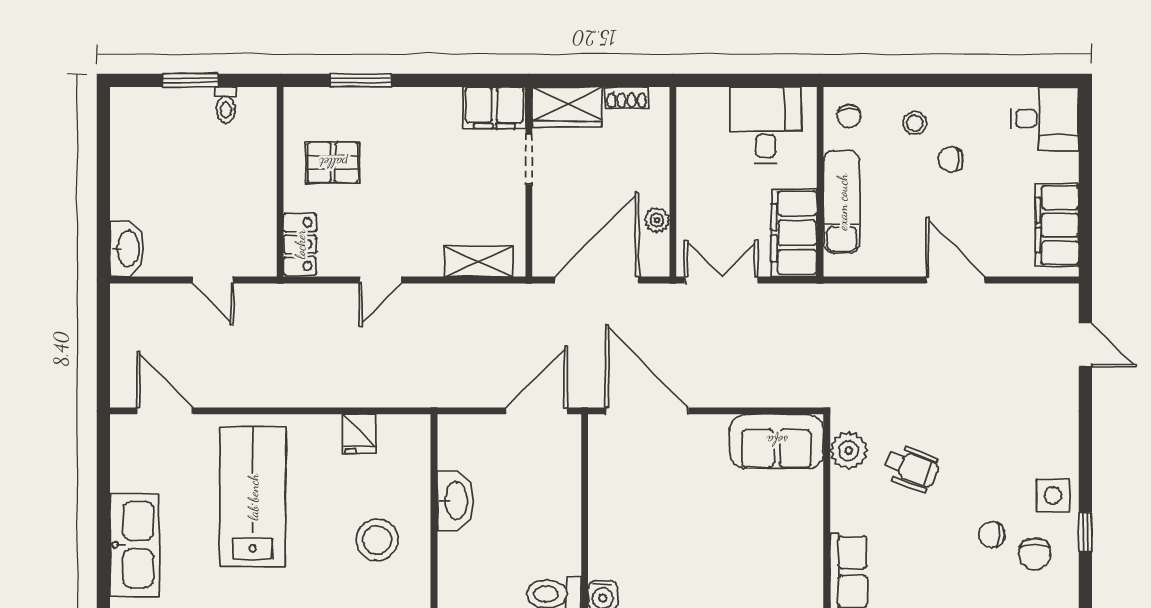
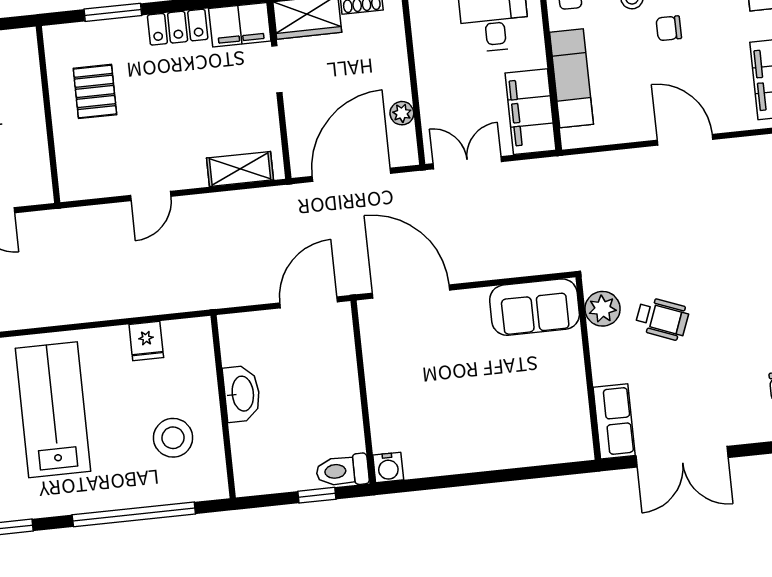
pallet: (333, 163) -> (95, 91), turned 90
locker: (300, 244) -> (178, 27), moved, turned 90
chair: (992, 535) -> (744, 373), removed

